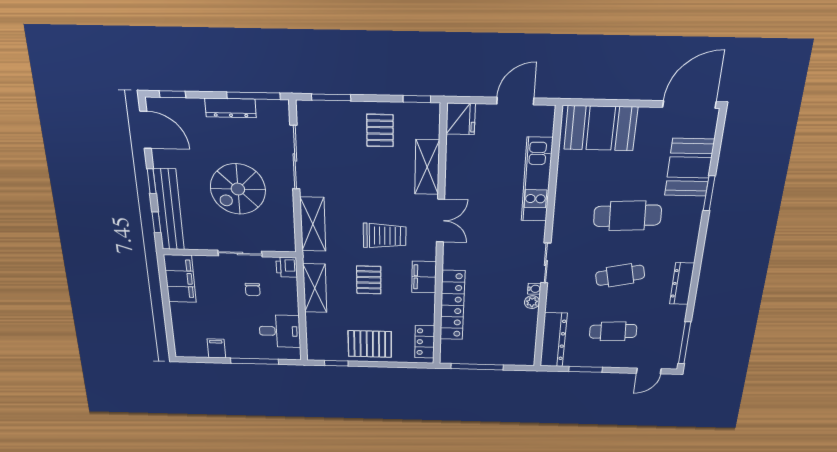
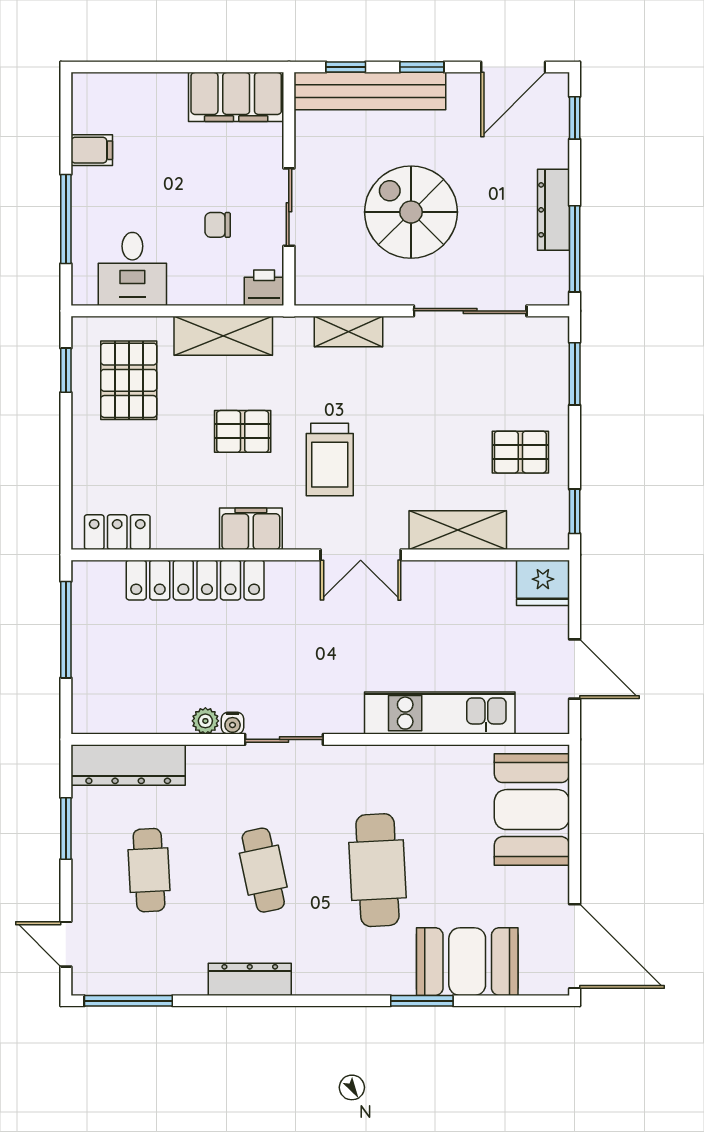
shelving: (313, 224) -> (349, 331), width x0.67, depth x0.75
pallet: (370, 344) -> (129, 380), moved

